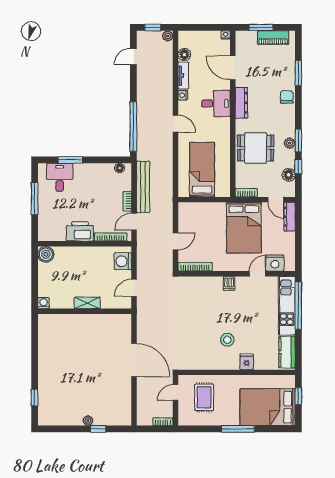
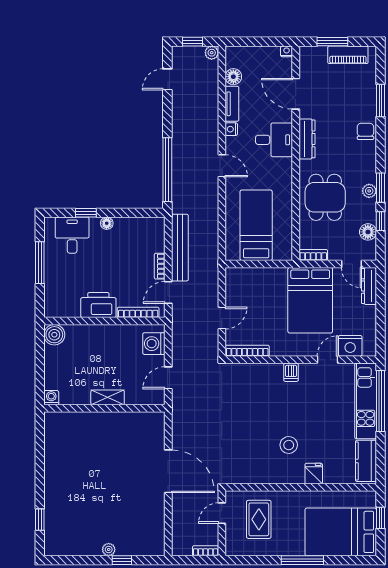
dining table: (256, 148) -> (325, 197), turned 90
window: (70, 160) -> (86, 213), width x0.67
floor lamp: (120, 168) -> (107, 223), moved

